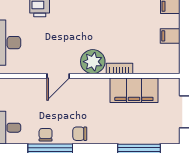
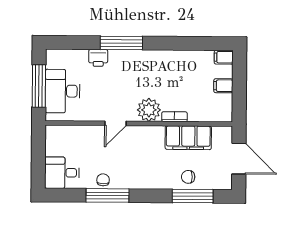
chair: (80, 134) -> (188, 177), moved

